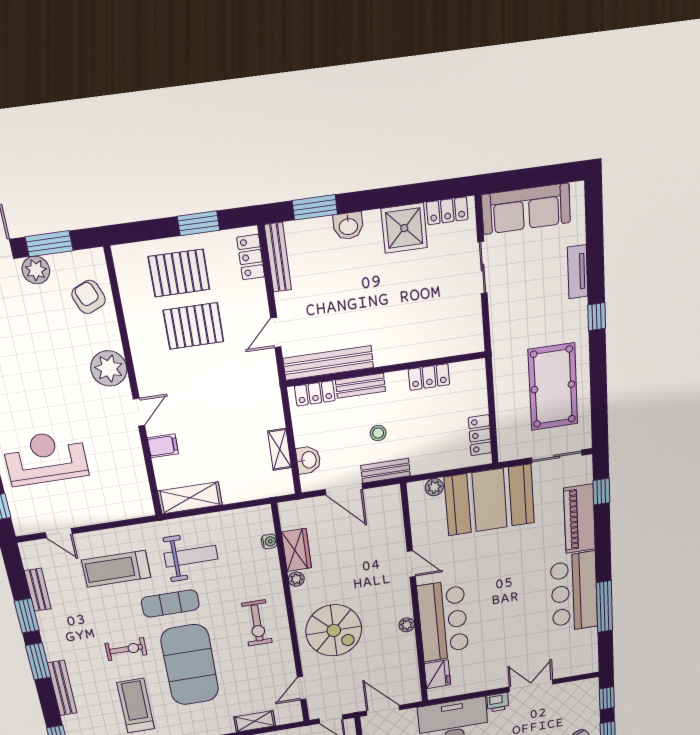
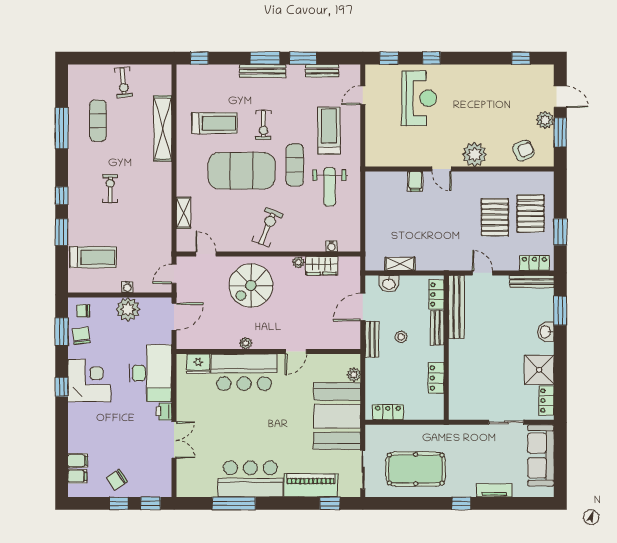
shelving: (190, 498) -> (374, 194), removed
exercise bike: (257, 623) -> (268, 227), turned 113
bench: (62, 688) -> (263, 71), moved

